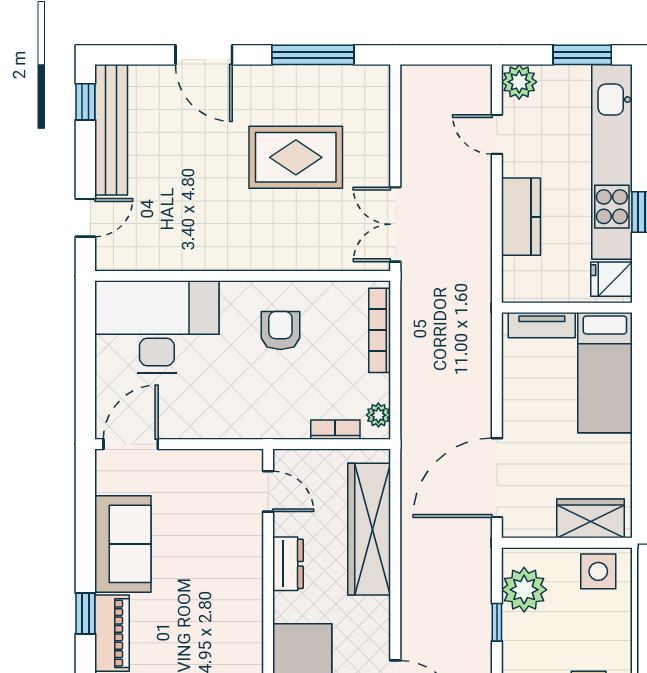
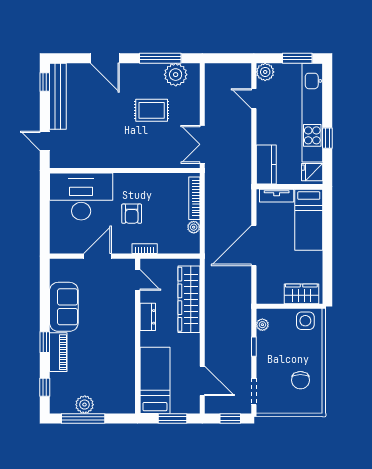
plant: (343, 87) -> (176, 75), added
rug: (296, 157) -> (152, 110), width x0.73, depth x0.70
kitchen counter: (521, 217) -> (266, 165), moved
door: (85, 218) -> (45, 141), swing flipped
armchair: (280, 330) -> (132, 214), moved, turned 180
plant: (378, 415) -> (194, 227), moved
bookcase: (335, 430) -> (145, 249), moved
door: (131, 444) -> (98, 256), moved
door: (497, 478) -> (254, 245), moved
plant: (524, 590) -> (262, 325), width x0.53, depth x0.53

